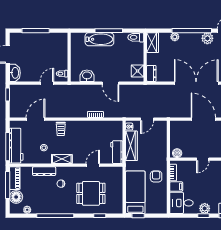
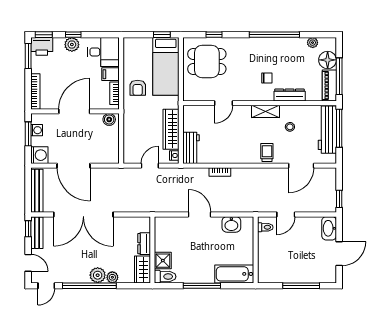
plant: (207, 38) -> (98, 275), moved
bathtub: (99, 39) -> (234, 274), moved
shower: (138, 71) -> (163, 261), moved
dresser: (151, 73) -> (144, 244), moved
workbench: (117, 152) -> (191, 148), moved
door: (203, 159) -> (74, 111), width x1.88
dining table: (91, 193) -> (207, 61), moved

